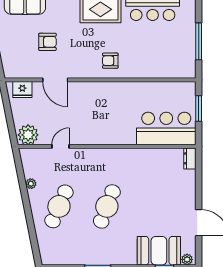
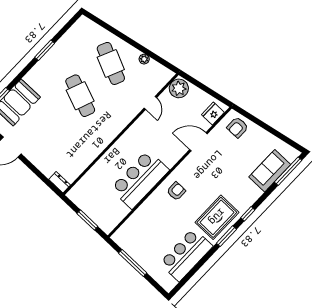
armchair: (47, 42) -> (238, 127), moved
bar counter: (166, 129) -> (140, 179), moved, turned 180

